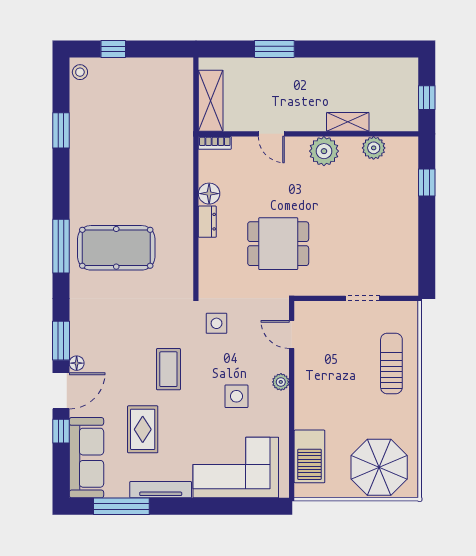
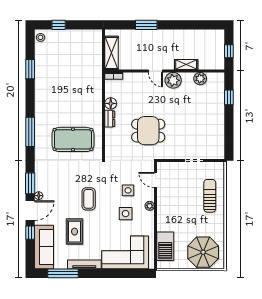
door: (271, 134) -> (155, 71), moved
pool table: (116, 248) -> (73, 139), moved
side table: (216, 323) -> (128, 190), moved

